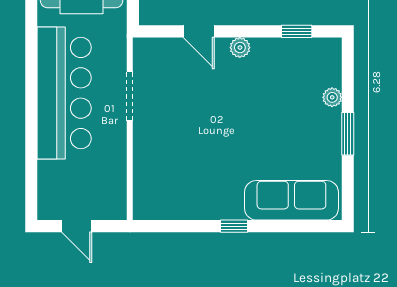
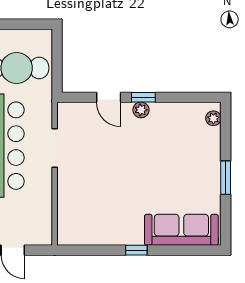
window: (297, 31) -> (143, 97), moved
plant: (332, 97) -> (213, 118), moved

